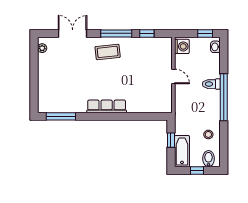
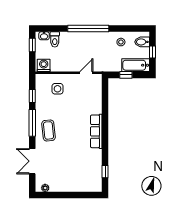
side table: (155, 62) -> (58, 89), added
door: (173, 76) -> (86, 73), moved
toilet: (211, 84) -> (55, 39), moved
window: (61, 116) -> (105, 172), width x0.46

